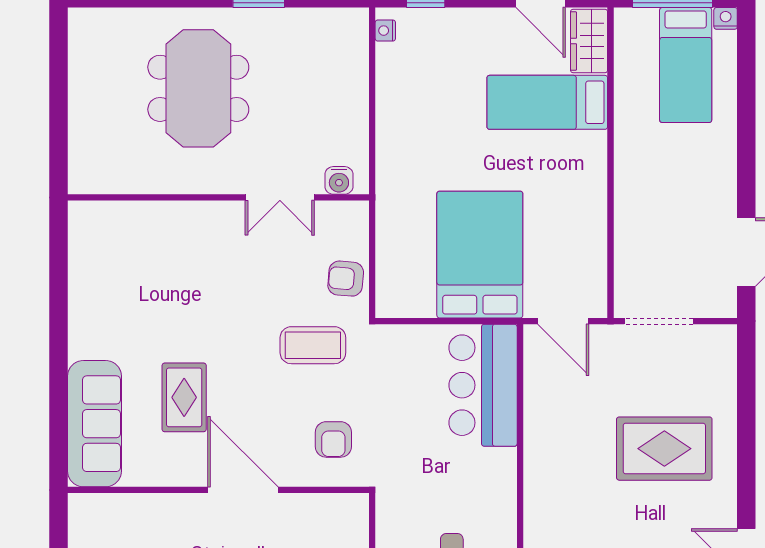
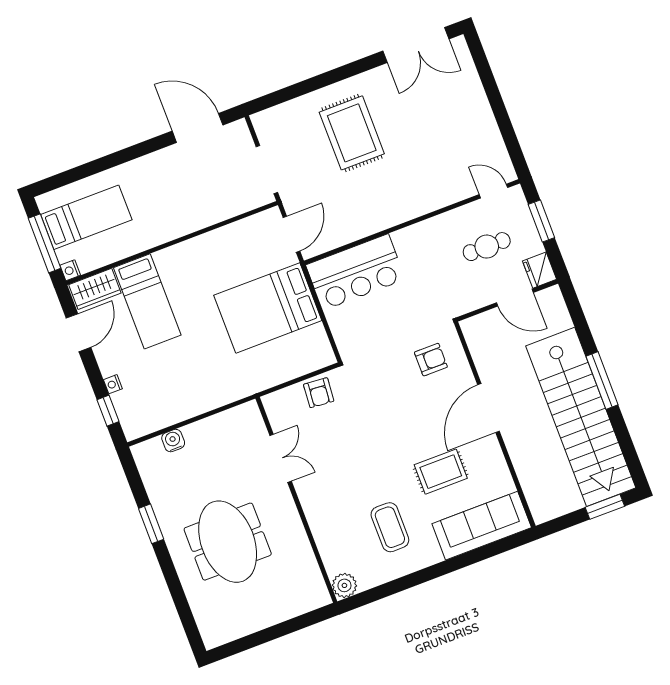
nightstand: (726, 18) -> (70, 270), moved
nightstand: (385, 31) -> (113, 384), moved, turned 90
meeting table: (198, 88) -> (228, 542), turned 90
water cooler: (339, 180) -> (173, 441), moved, turned -90
plant: (85, 217) -> (344, 585), added
coffee table: (313, 345) -> (390, 527), moved

